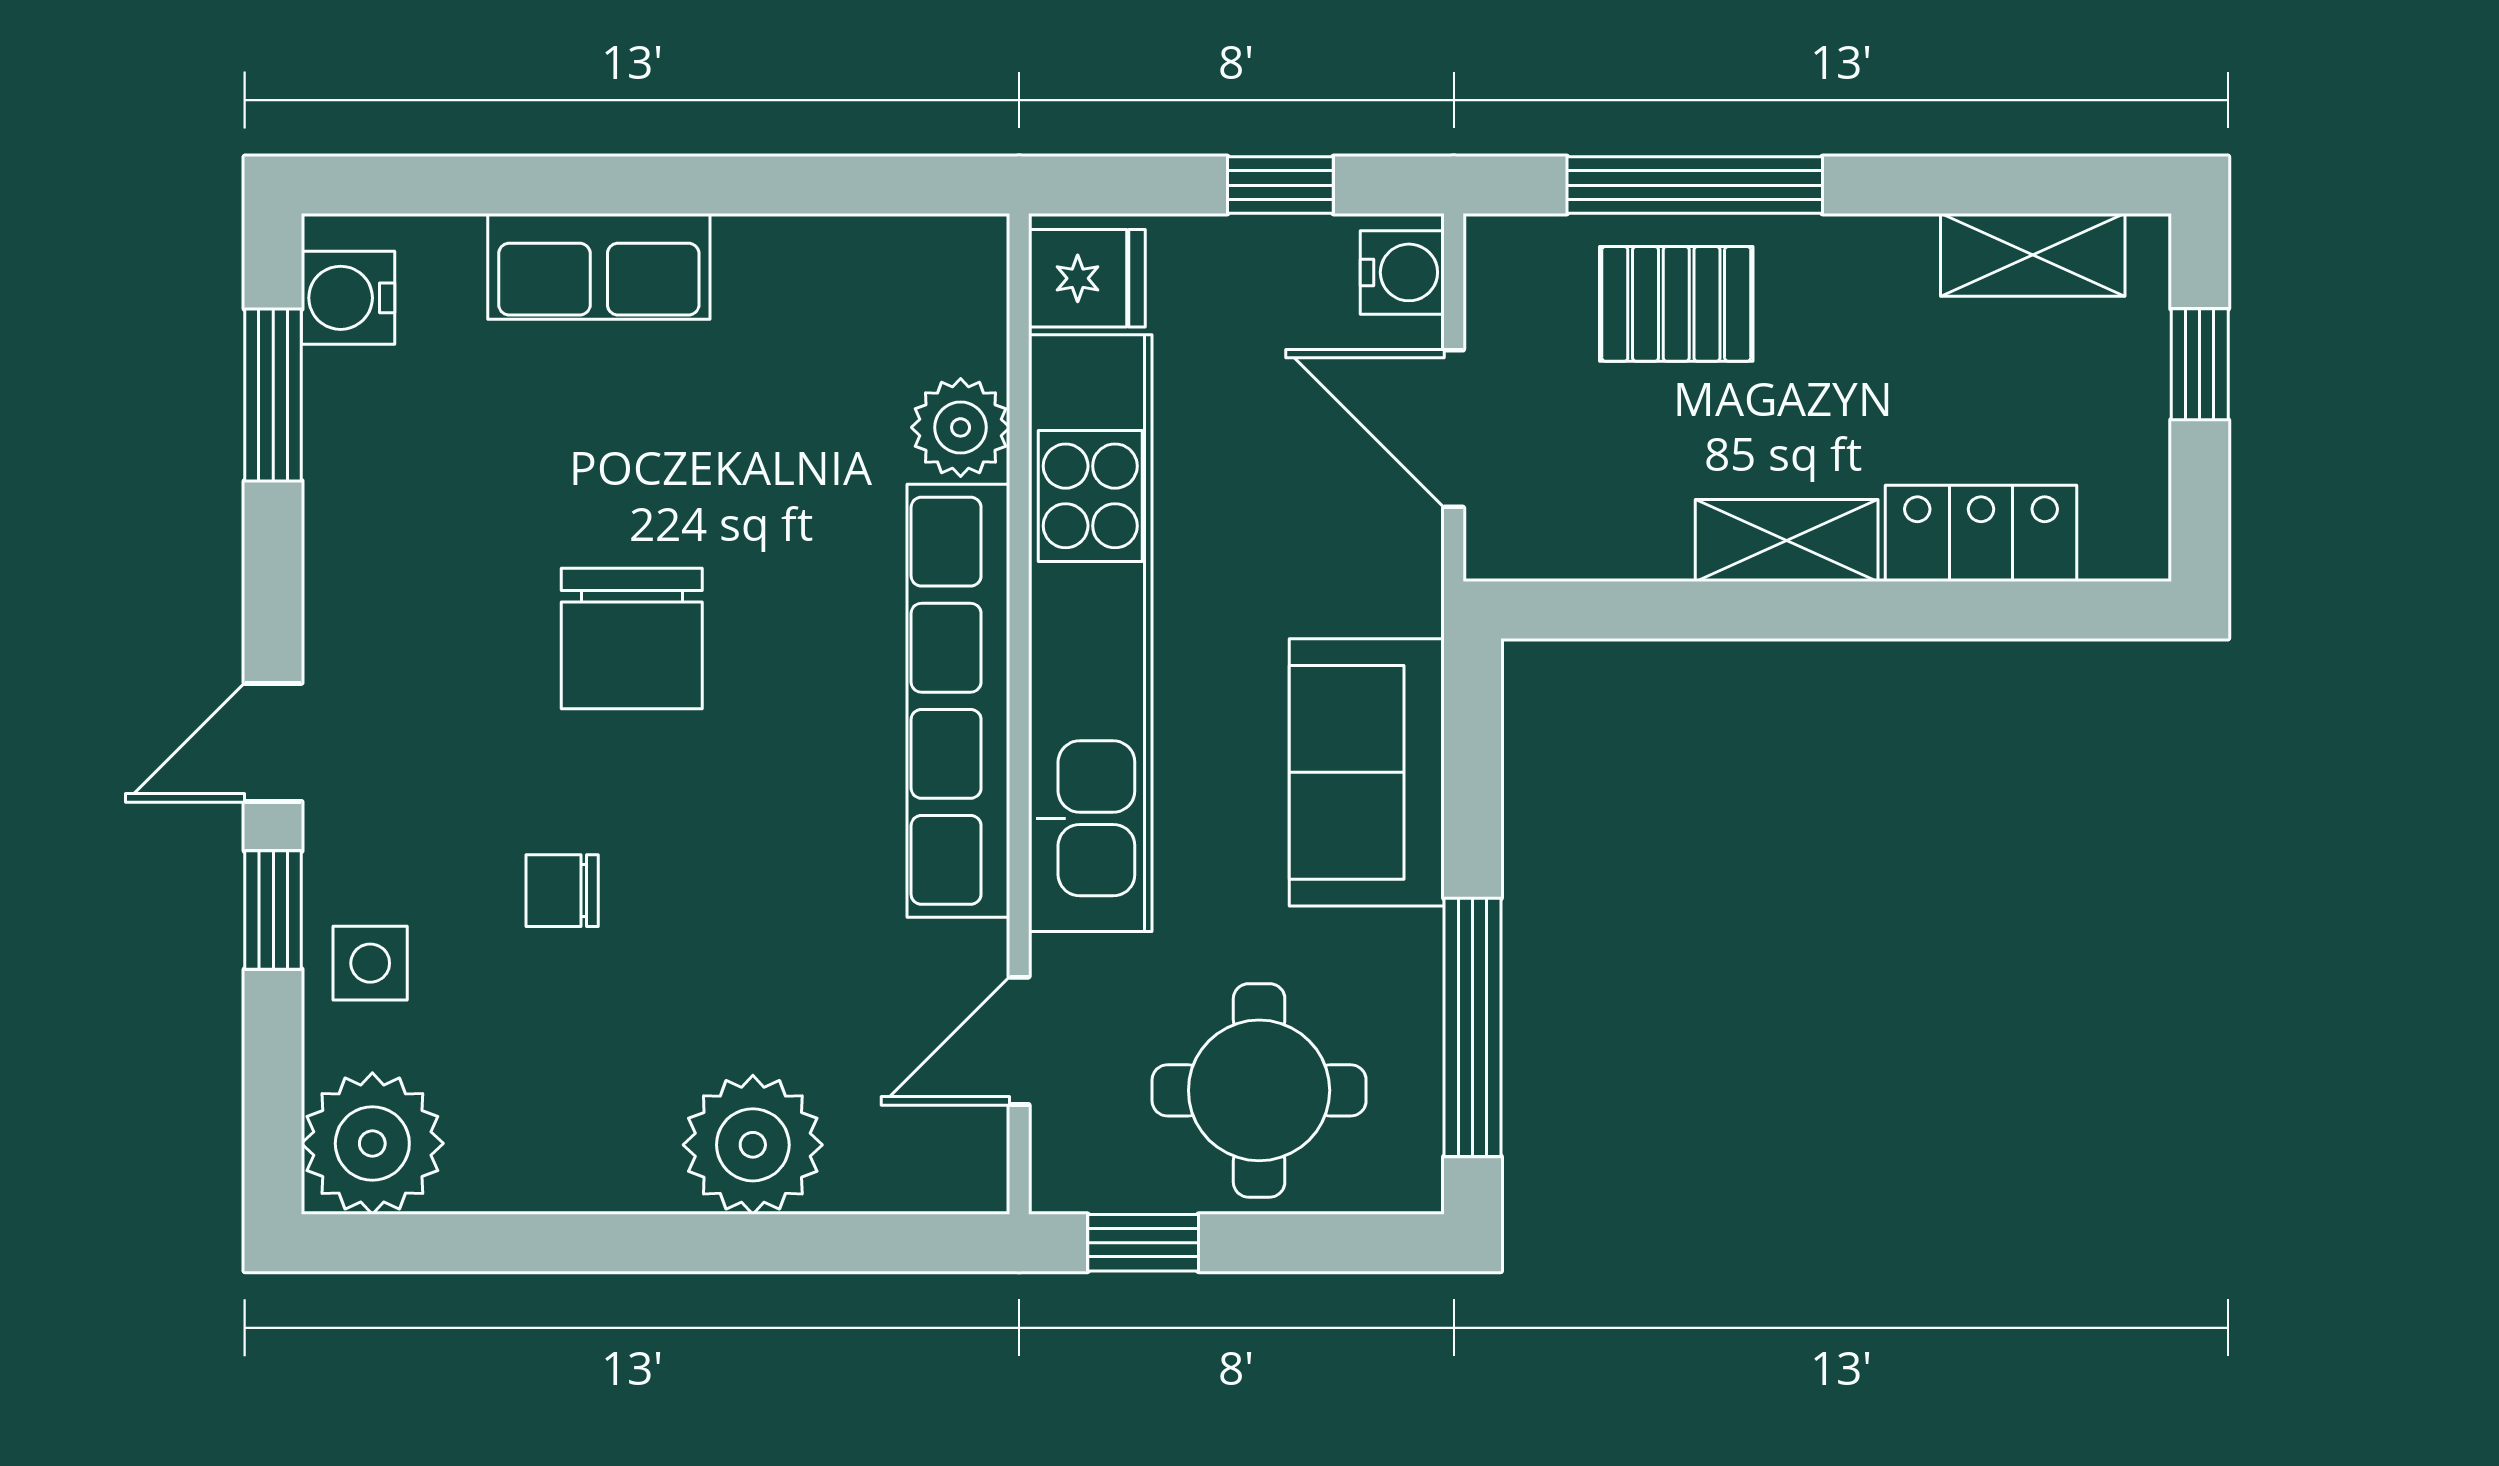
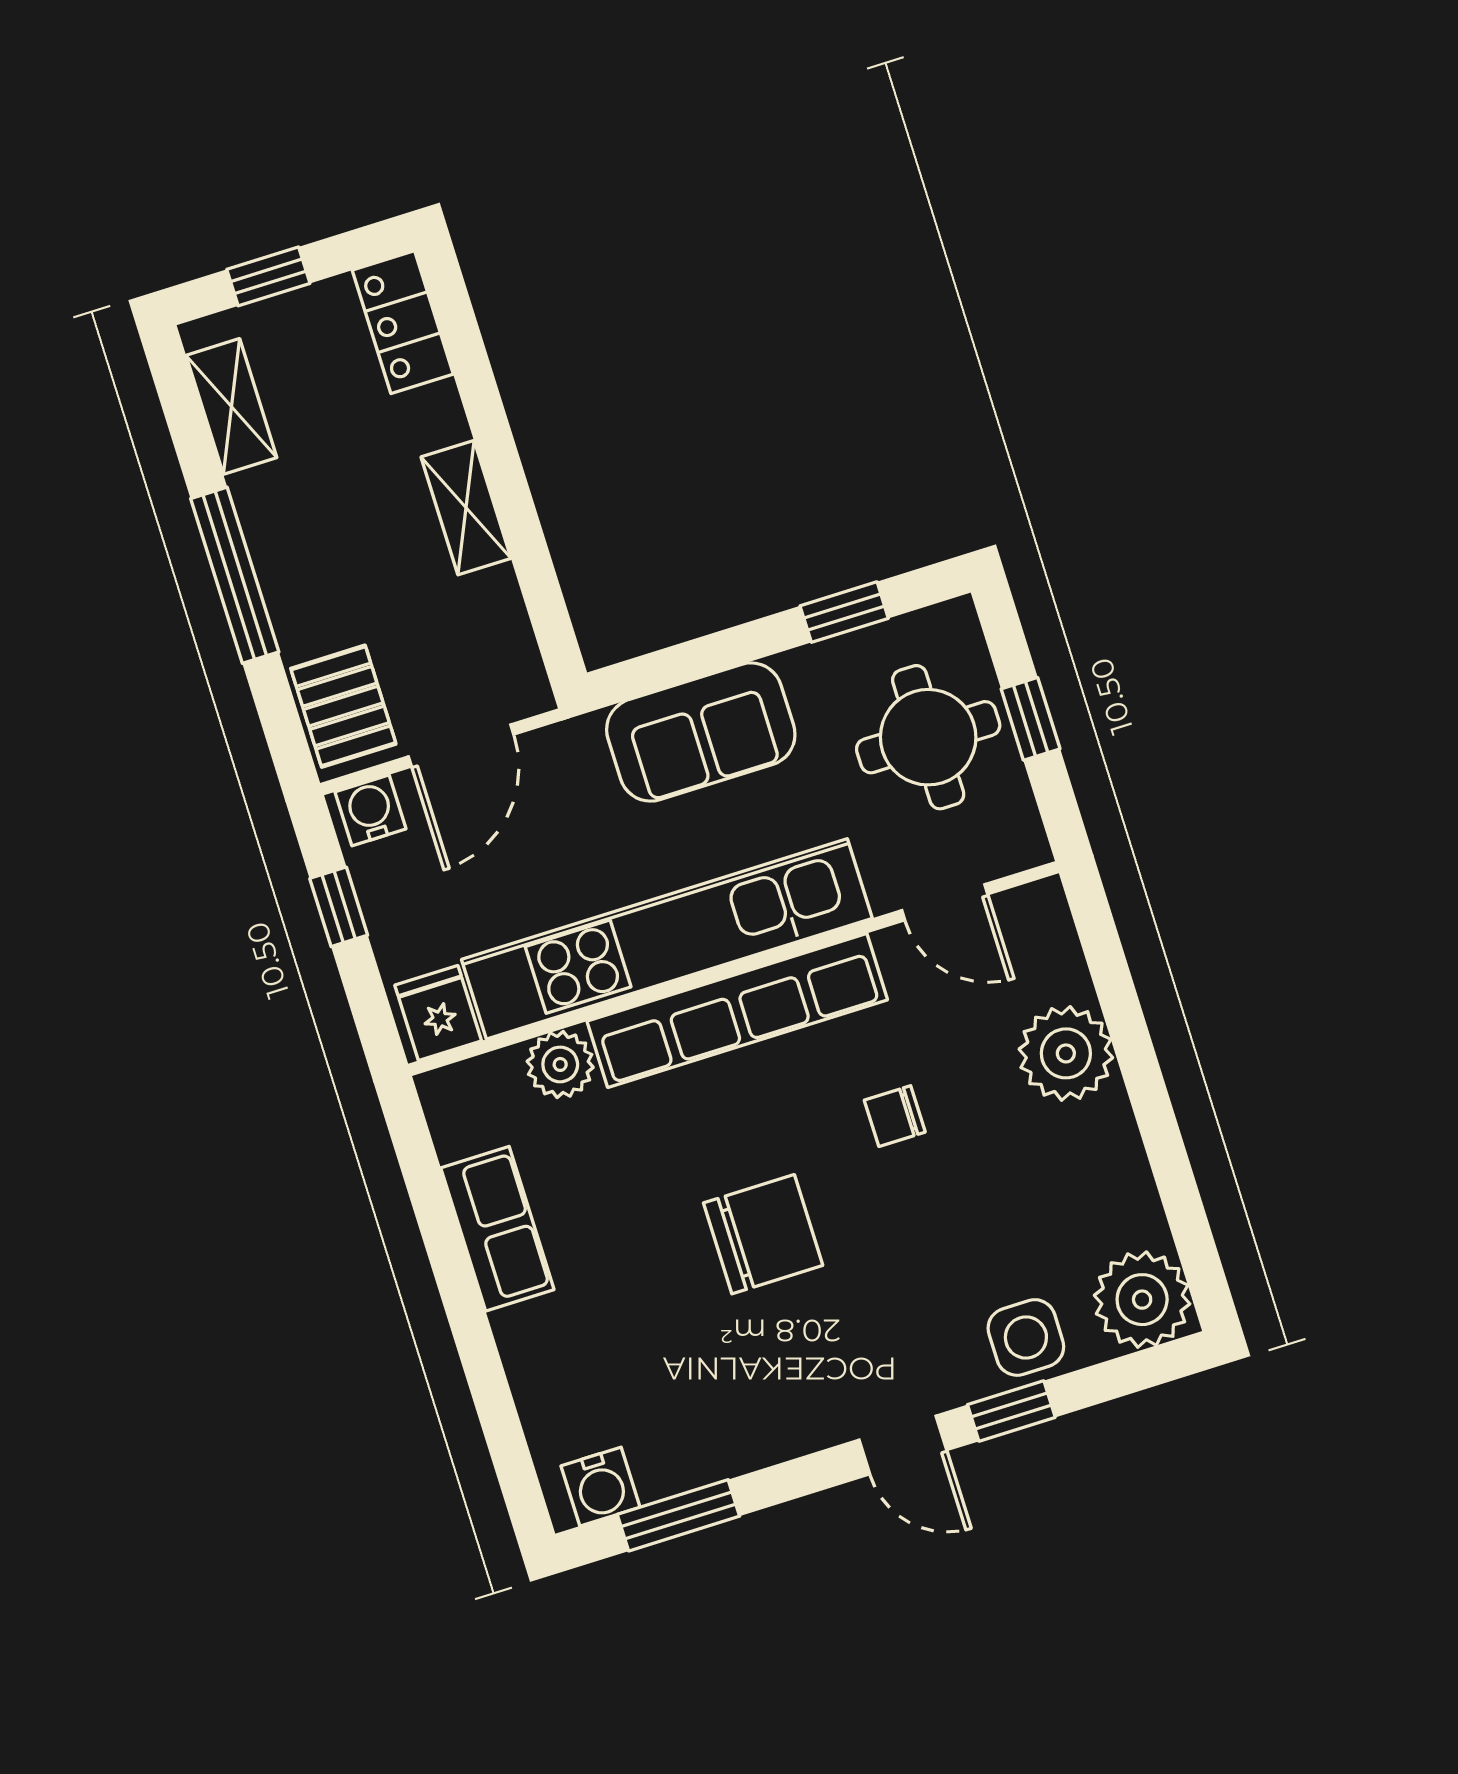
window: (1695, 185) -> (235, 575), moved
row of seats: (599, 266) -> (497, 1229), moved
pallet: (1676, 304) -> (343, 706), moved
locker: (1981, 533) -> (403, 322), moved
chair: (562, 891) -> (895, 1116), moved, turned 90
side table: (370, 963) -> (1026, 1337), width x1.37, depth x1.37
window: (1472, 1027) -> (844, 612), width x0.46
window: (1143, 1243) -> (1031, 719), moved

